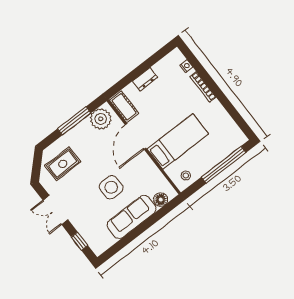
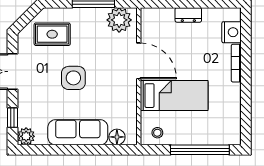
nightstand: (186, 66) -> (231, 32), width x1.89, depth x1.79
cot: (124, 107) -> (149, 25), removed
door: (136, 136) -> (139, 61), swing flipped
side table: (111, 187) -> (73, 78), moved
plant: (99, 247) -> (26, 136), added

